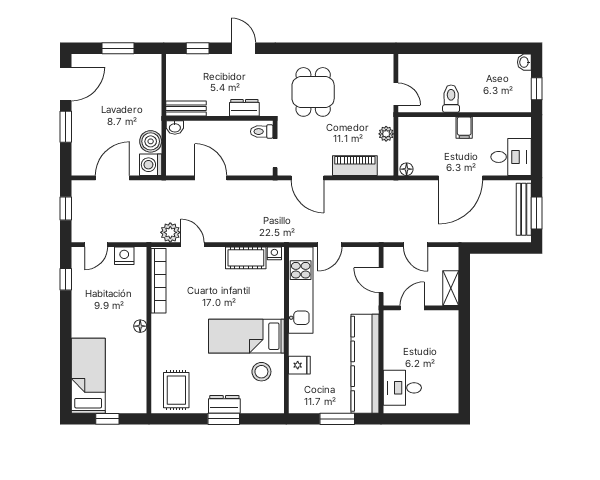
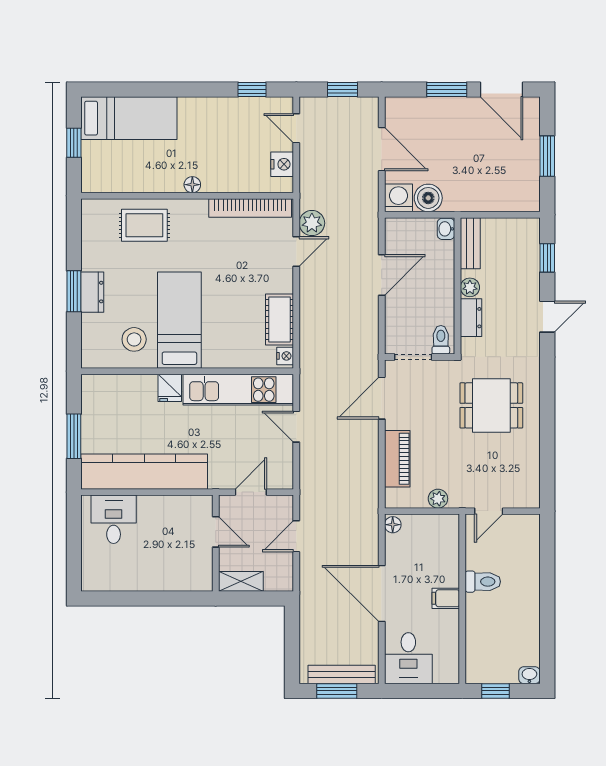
plant: (221, 109) -> (470, 287), added
fridge: (299, 365) -> (170, 388), moved
rug: (176, 390) -> (144, 225), moved

